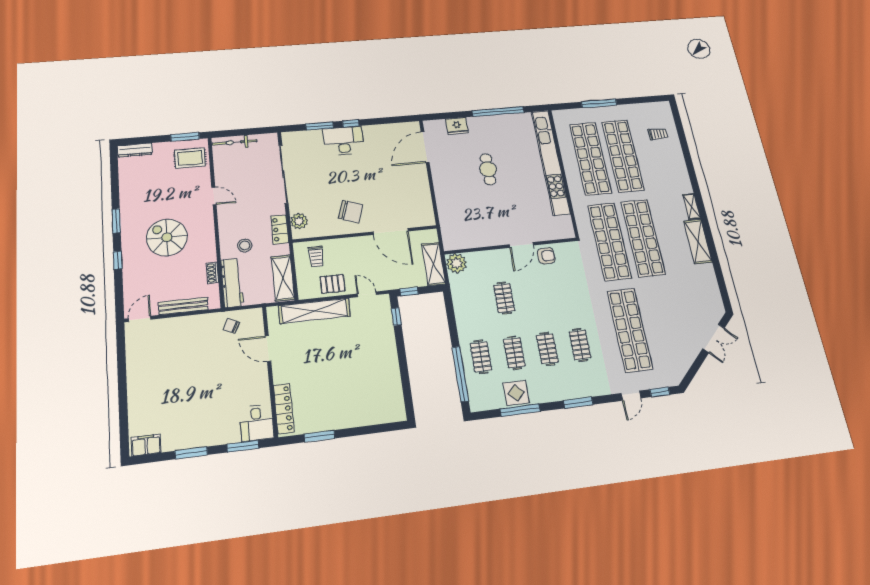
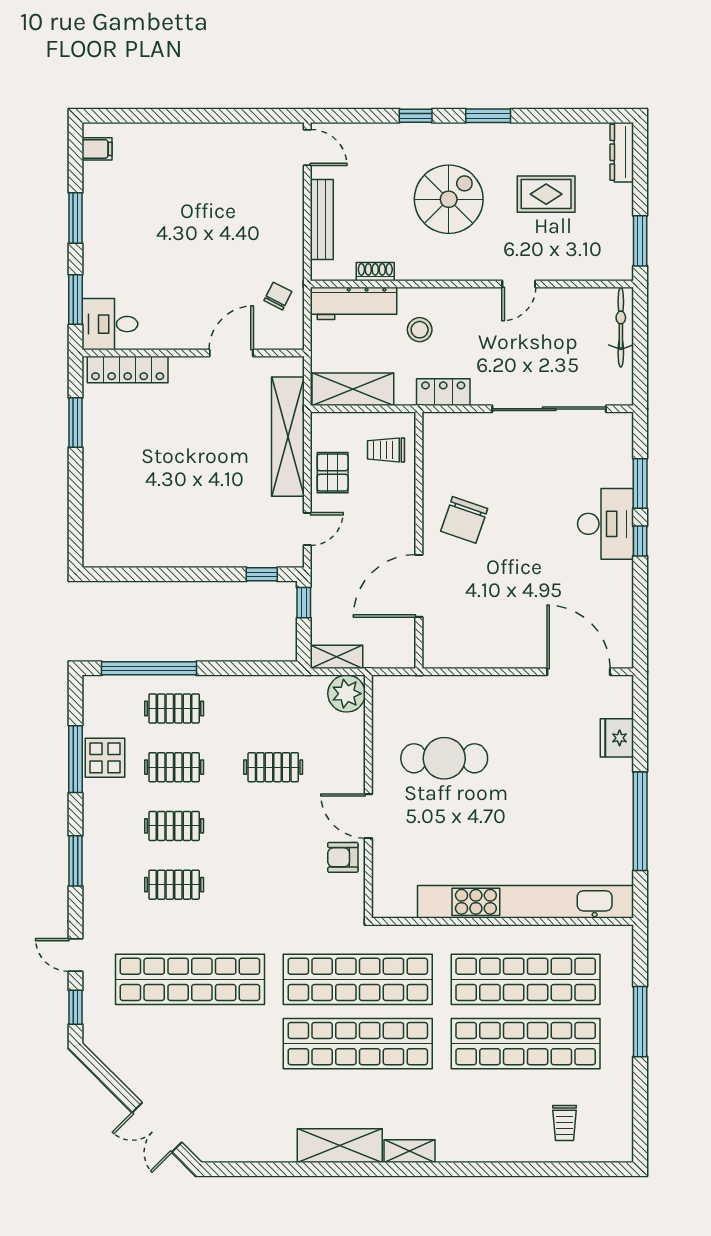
rug: (190, 158) -> (546, 194), moved, turned 90
cafe table: (488, 169) -> (444, 758), moved, width x1.37, depth x1.35
plant: (299, 221) -> (455, 427), removed
armchair: (546, 256) -> (343, 857), turned 91
shelving: (434, 264) -> (337, 657), width x0.67, depth x0.75
filing cabinet: (146, 445) -> (97, 149), width x0.50

